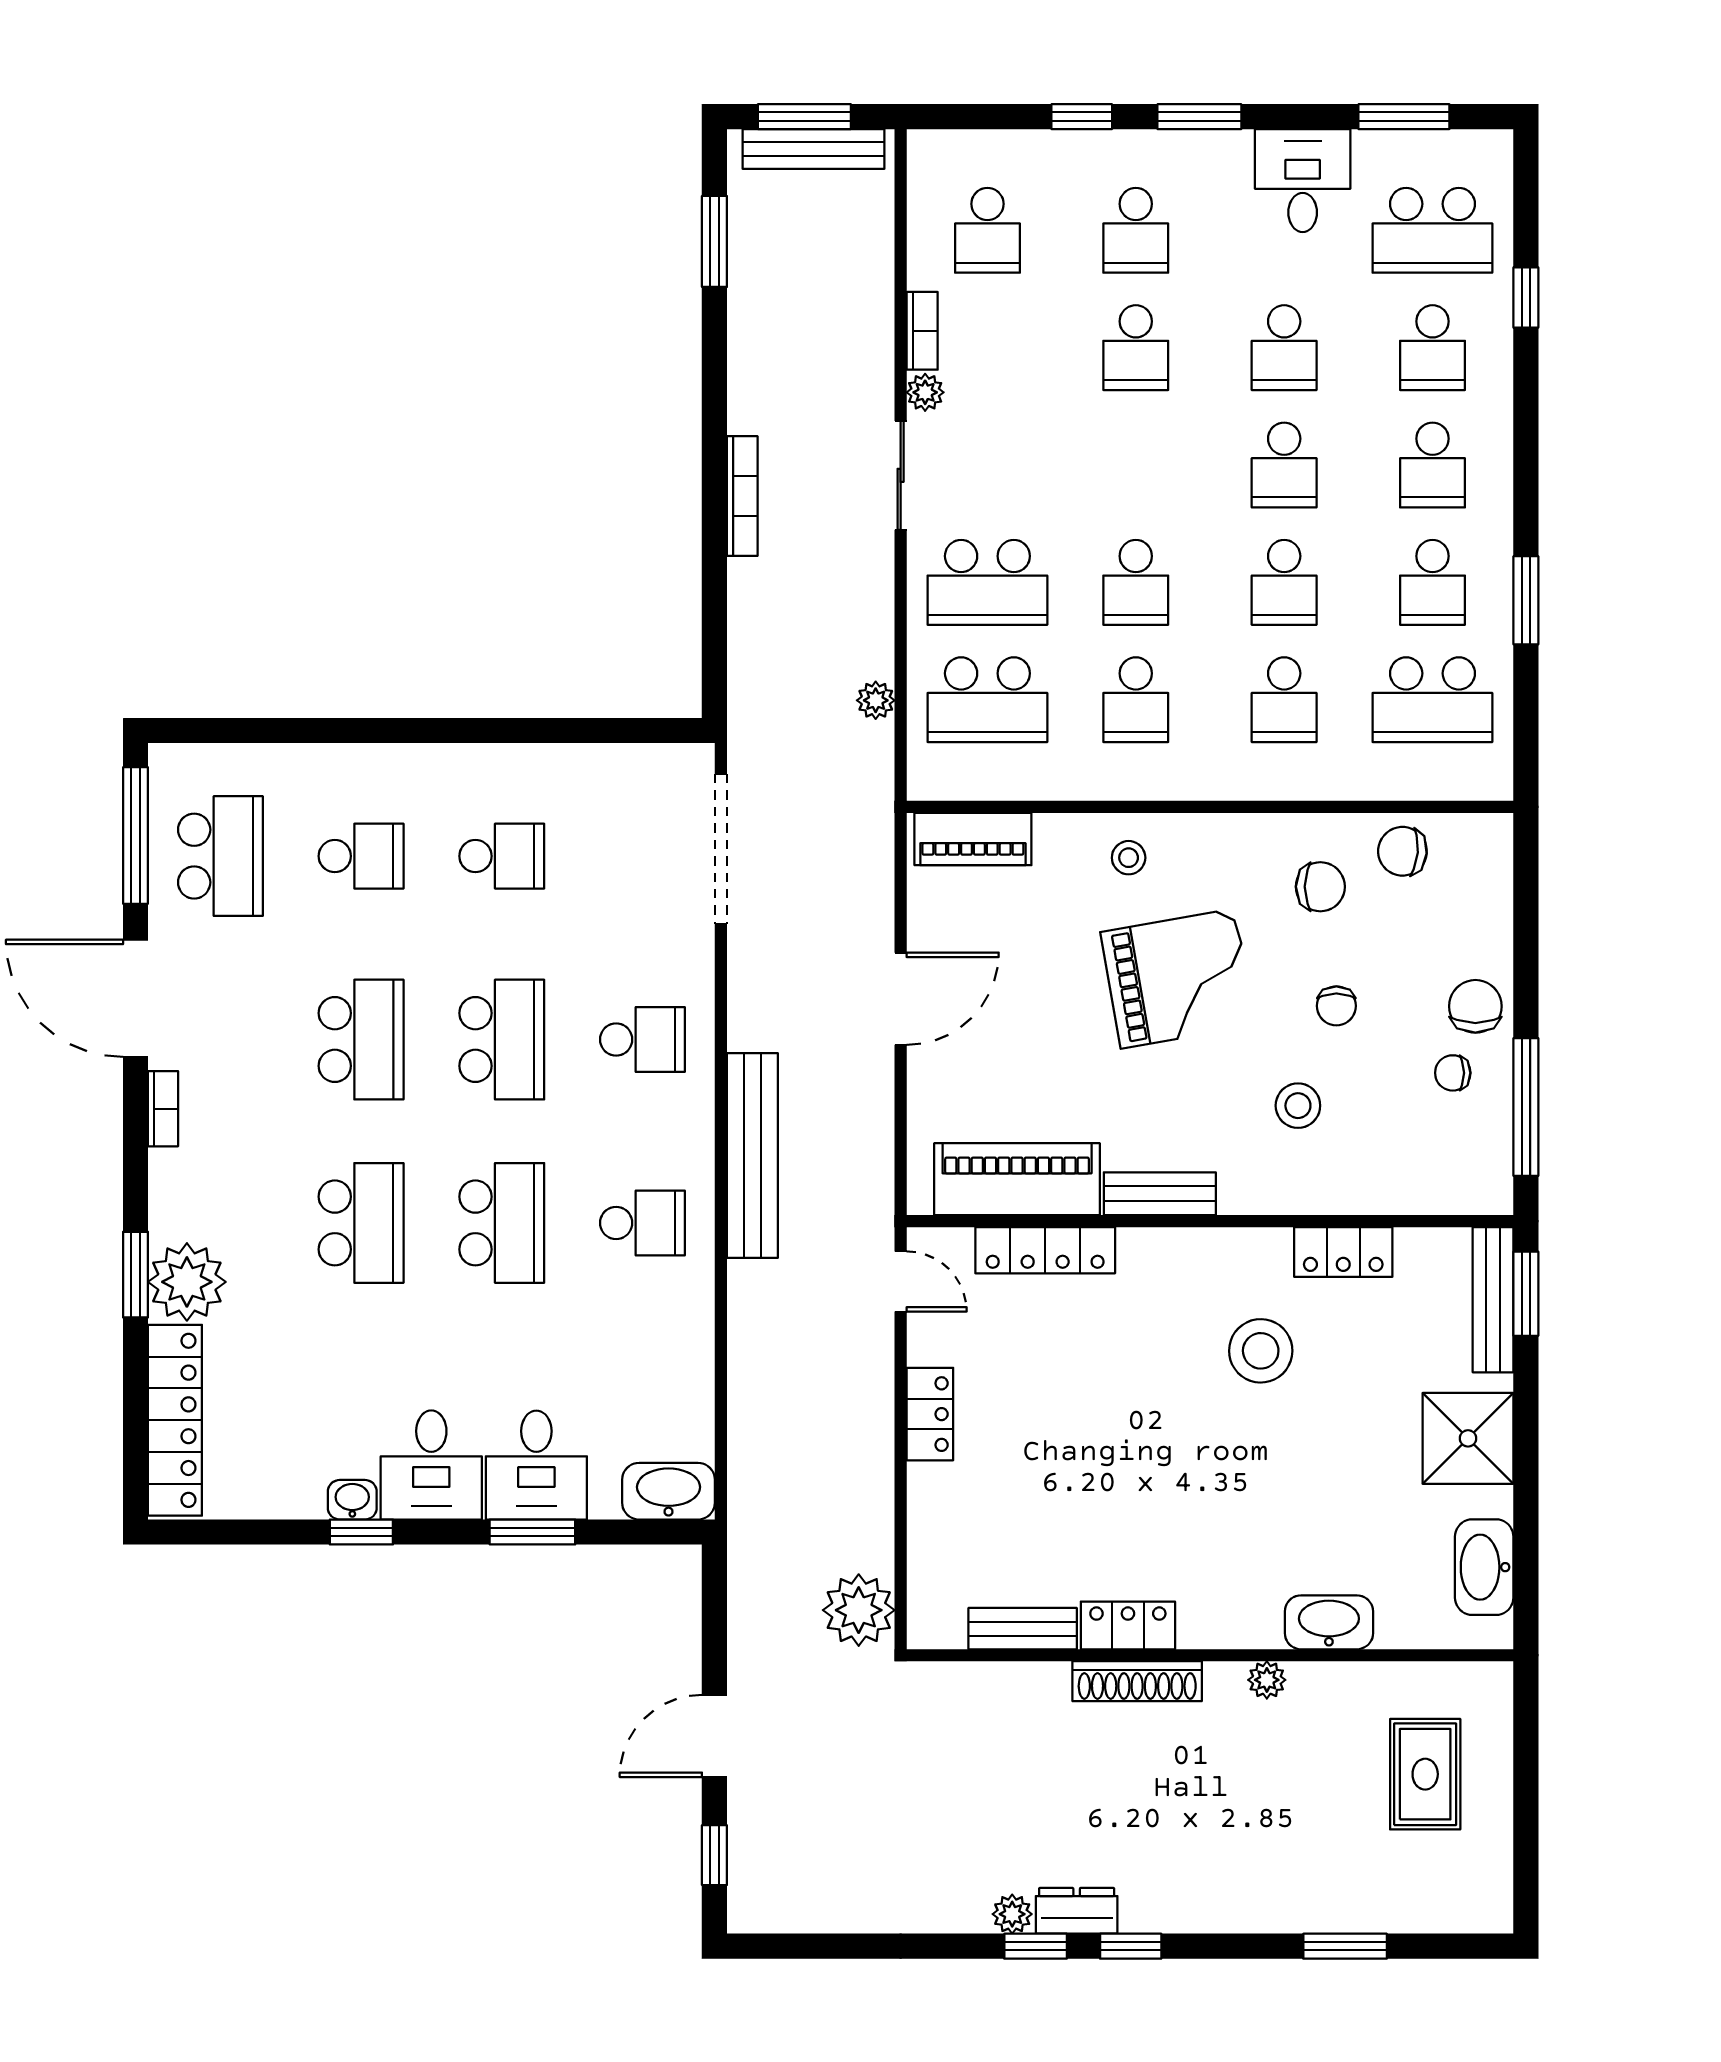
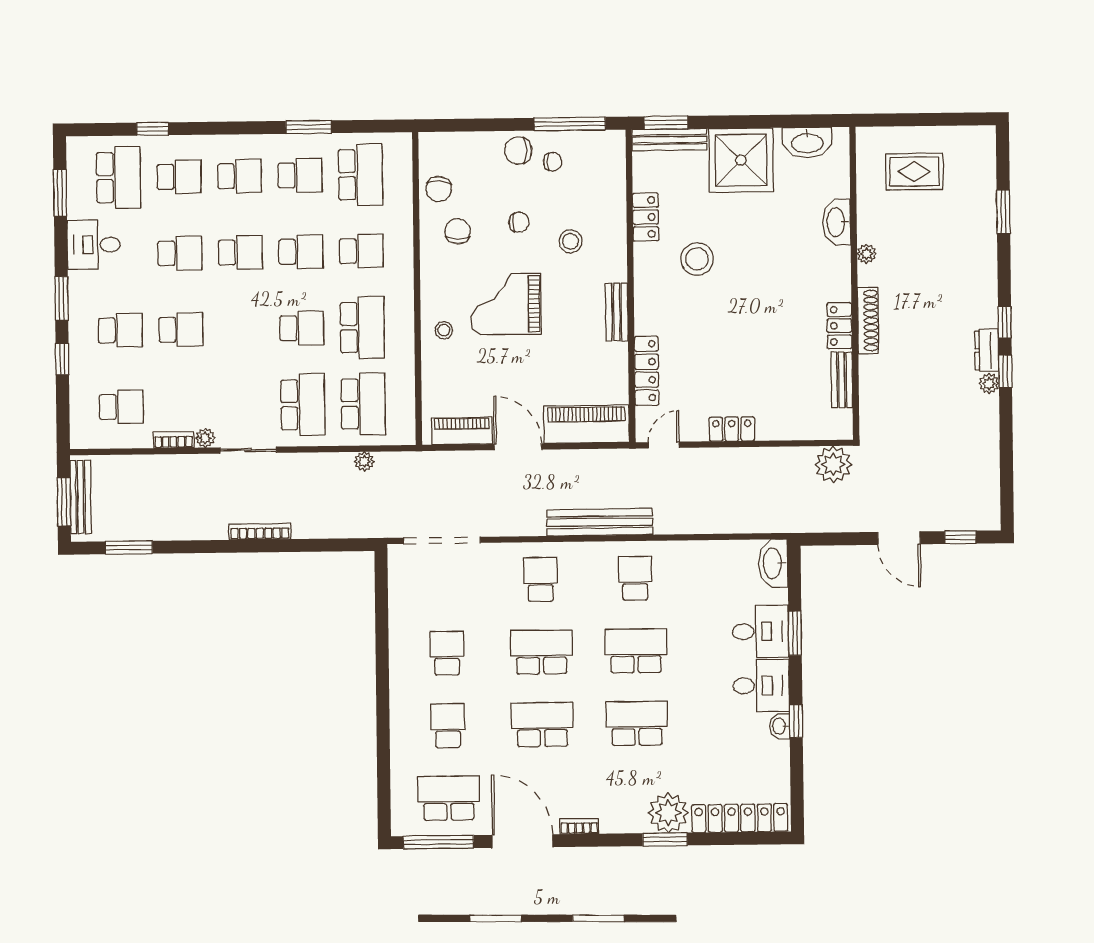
school desk: (1136, 700) -> (362, 327), width x1.85
piano: (973, 839) -> (462, 431), moved, turned -90
grand piano: (1178, 979) -> (506, 304), turned -80
door: (135, 998) -> (522, 841), swing flipped
chair: (1453, 1073) -> (553, 162), turned -90
piano: (1017, 1179) -> (586, 424), moved, turned 90
shower: (1468, 1438) -> (741, 160), width x1.37, depth x1.37

